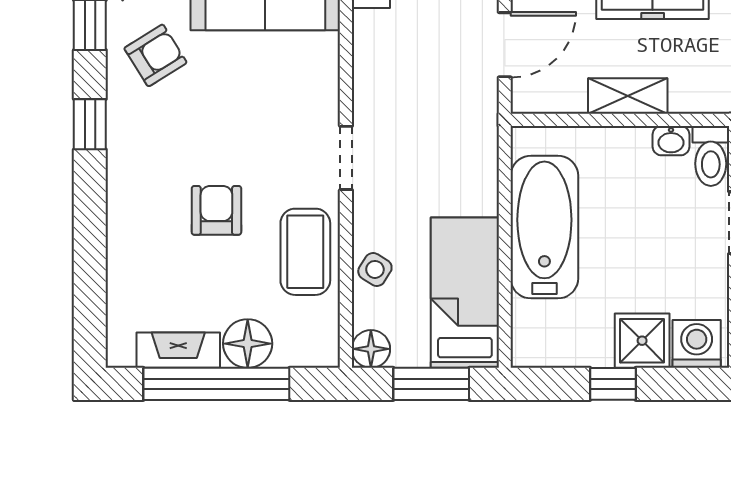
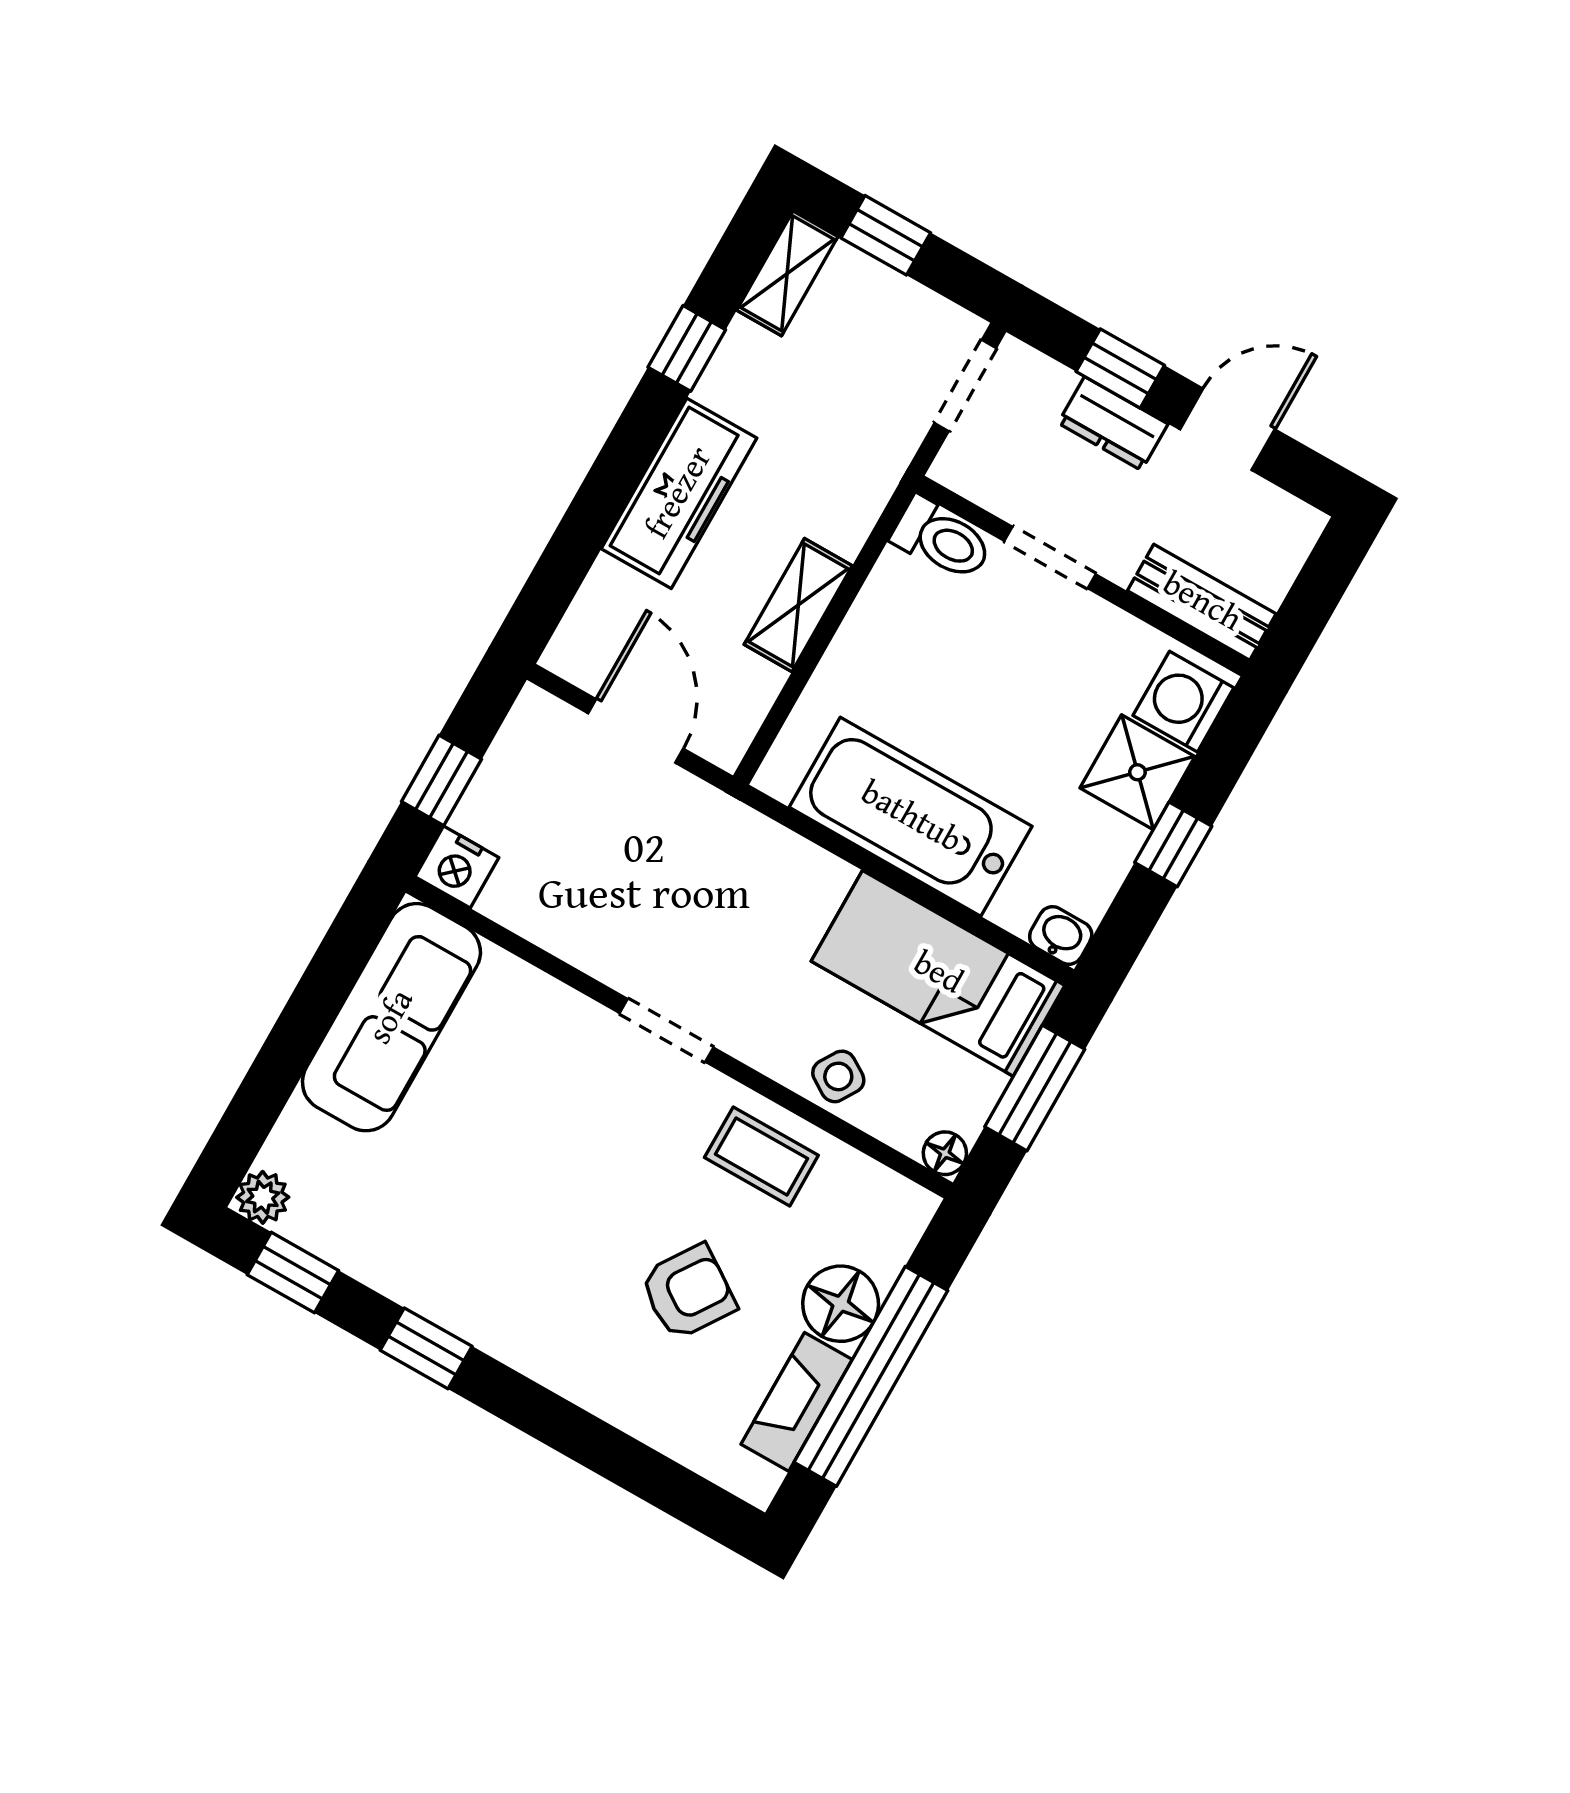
armchair: (155, 55) -> (384, 1208), removed
washbasin: (671, 141) -> (1061, 935), moved, turned -90
armchair: (216, 210) -> (688, 1292), moved, turned 124
coffee table: (305, 252) -> (761, 1156), width x0.73, depth x0.77
floor lamp: (371, 349) -> (945, 1153), width x0.73, depth x0.73

